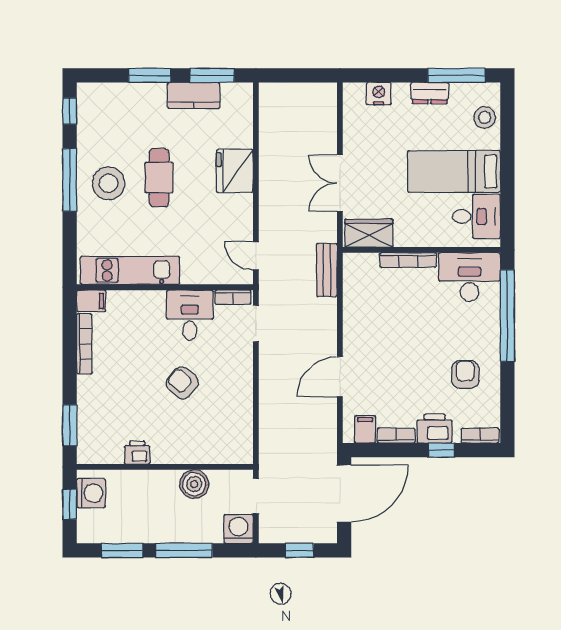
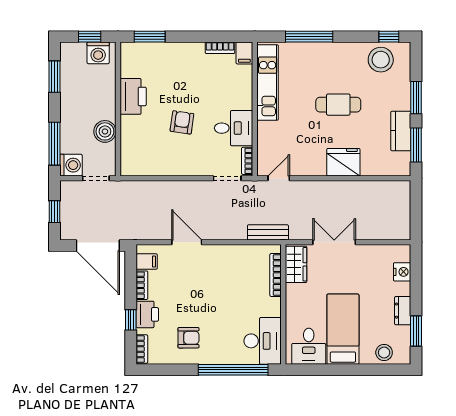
window: (456, 75) -> (416, 331), width x0.69
window: (70, 180) -> (309, 37), moved
stool: (108, 183) -> (381, 60), moved
bookcase: (408, 260) -> (276, 275), moved
bookcase: (84, 344) -> (220, 48), width x0.64
armchair: (182, 383) -> (182, 122), turned -32
printer: (137, 453) -> (133, 96), width x1.87, depth x1.48
window: (184, 550) -> (54, 144), moved

